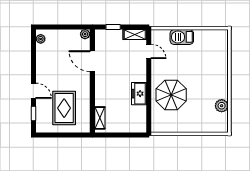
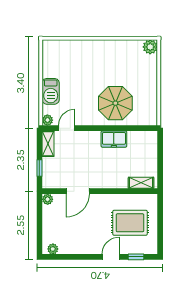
plant: (156, 34) -> (47, 120), added
plant: (222, 106) -> (150, 47), moved

